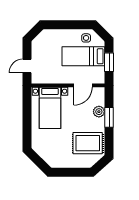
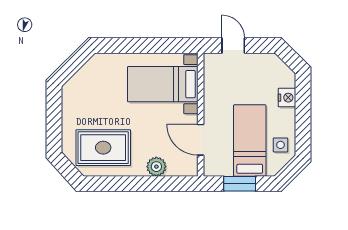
nightstand: (58, 34) -> (287, 98), added
window: (109, 117) -> (147, 184), removed
rug: (88, 143) -> (103, 148), turned 90

